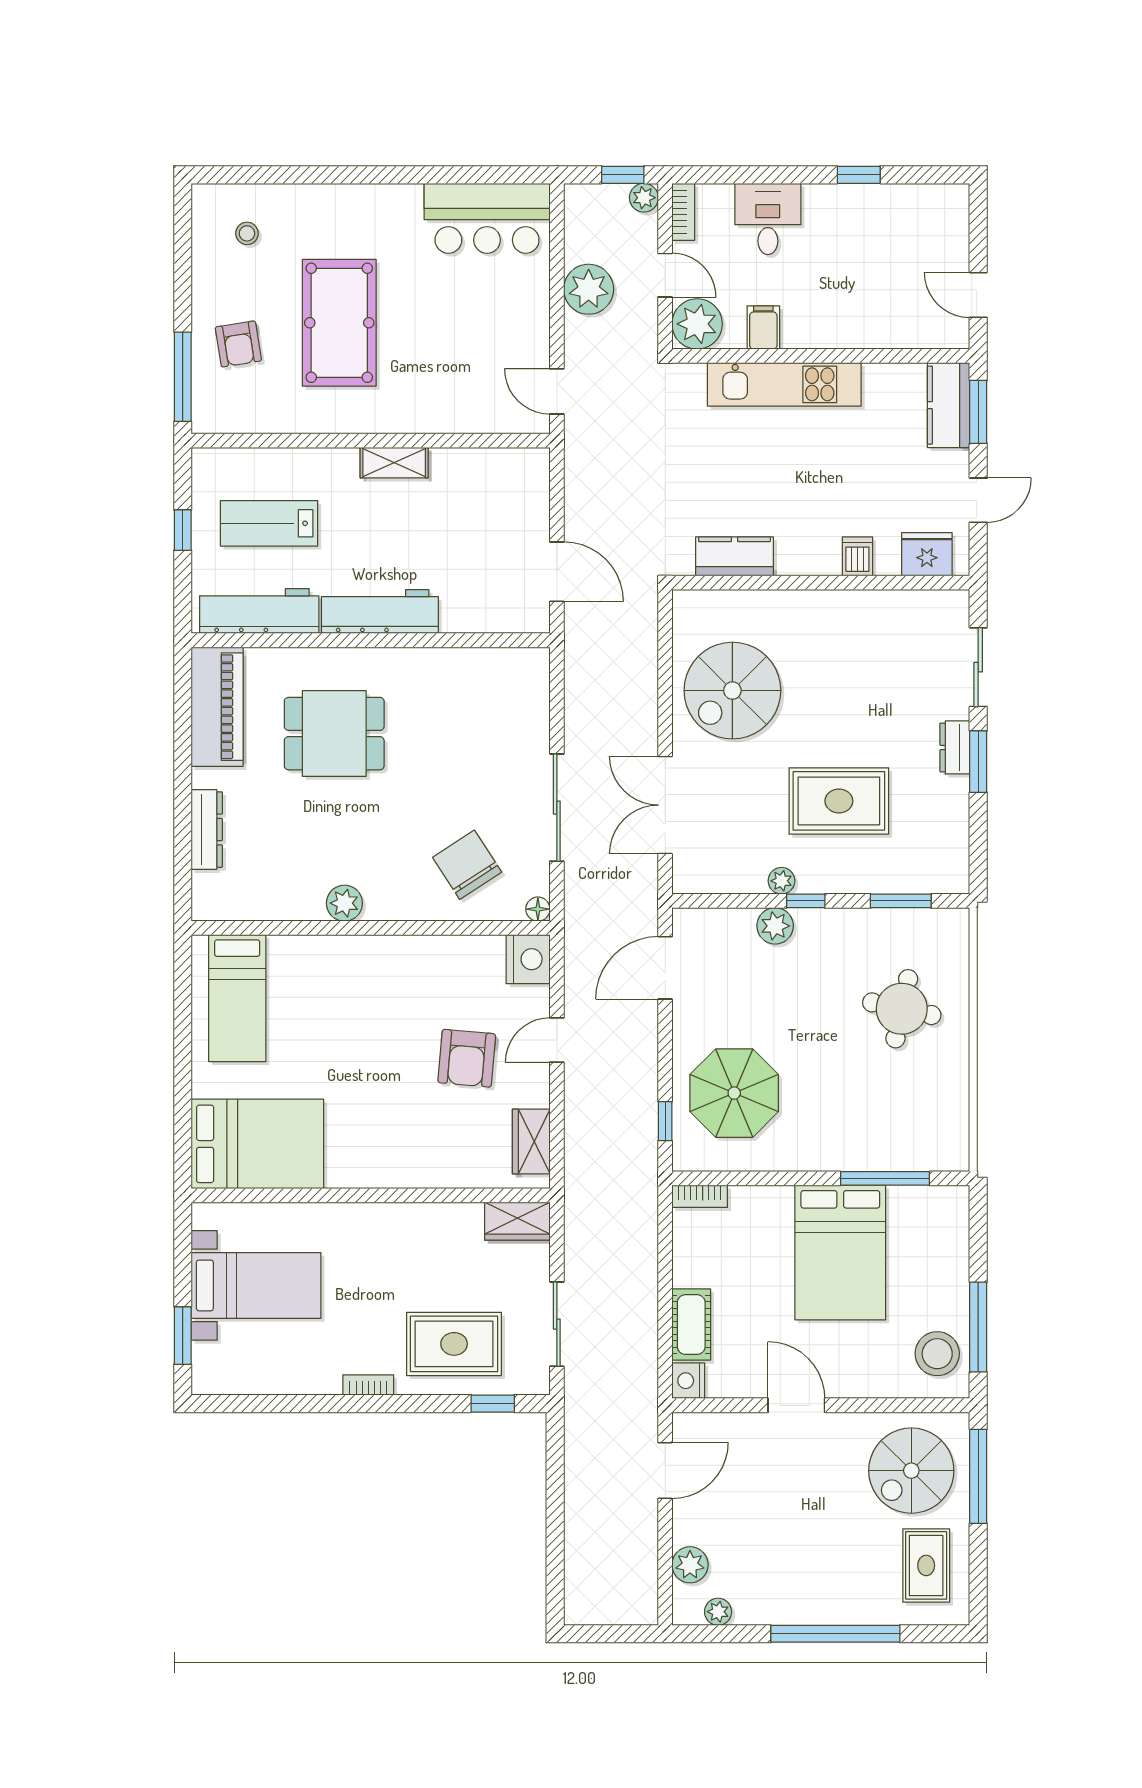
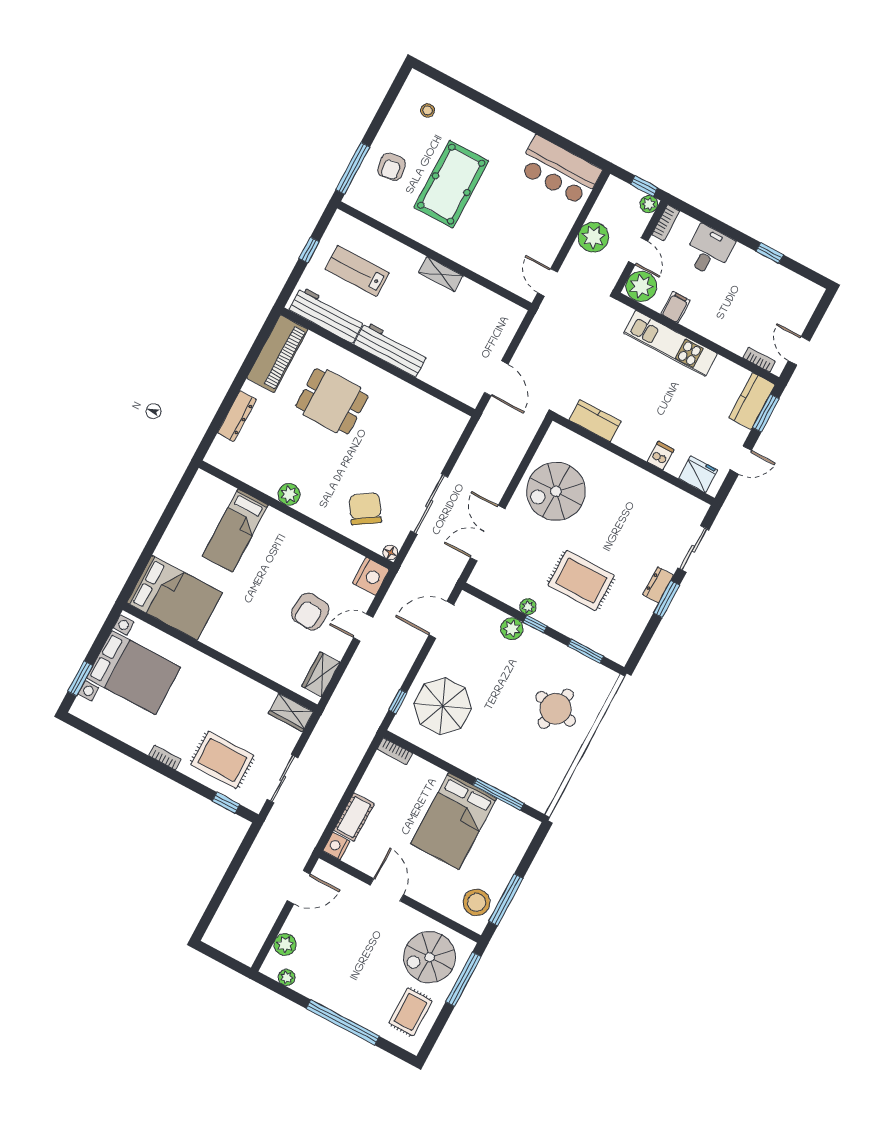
bookcase: (927, 339) -> (759, 360), added
bed: (237, 998) -> (235, 531), moved
bed with nightstands: (256, 1285) -> (134, 673), width x1.36

